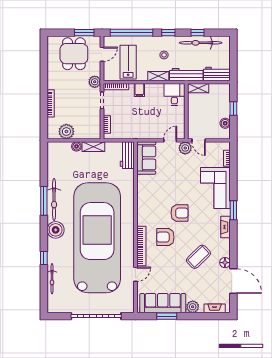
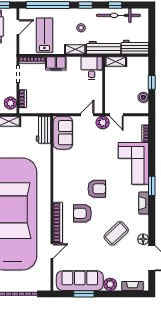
plant: (95, 82) -> (10, 103), moved
filing cabinet: (139, 90) -> (56, 63), width x2.00

